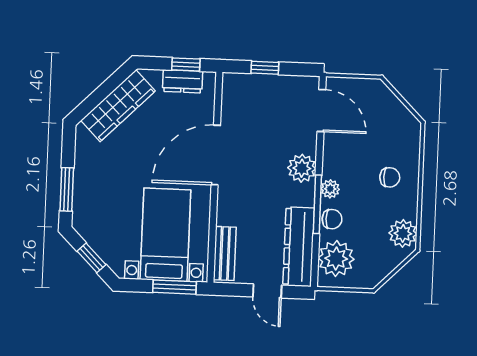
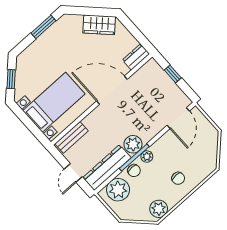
window: (186, 64) -> (140, 37), removed
dresser: (183, 81) -> (136, 57), moved, turned 90
wardrobe: (118, 106) -> (99, 25), width x0.67
plant: (302, 168) -> (133, 144), moved
window: (67, 189) -> (43, 27), moved
window: (175, 287) -> (34, 129), removed

